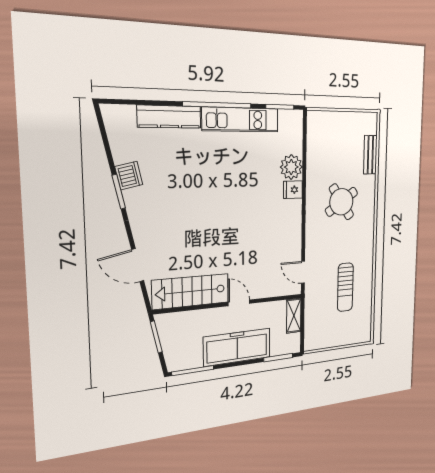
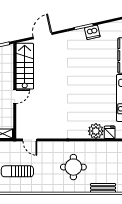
fridge: (293, 190) -> (110, 132), moved
round table: (341, 202) -> (73, 167), turned 34
door: (303, 272) -> (30, 140), swing flipped

